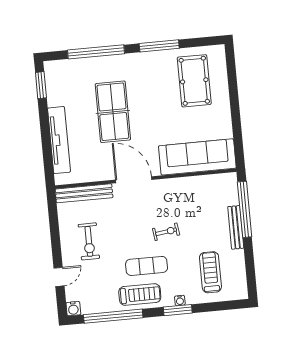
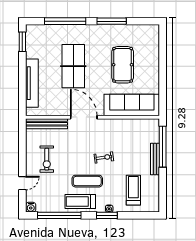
pool table: (194, 81) -> (123, 65), moved
treadmill: (140, 295) -> (80, 201), turned 180

